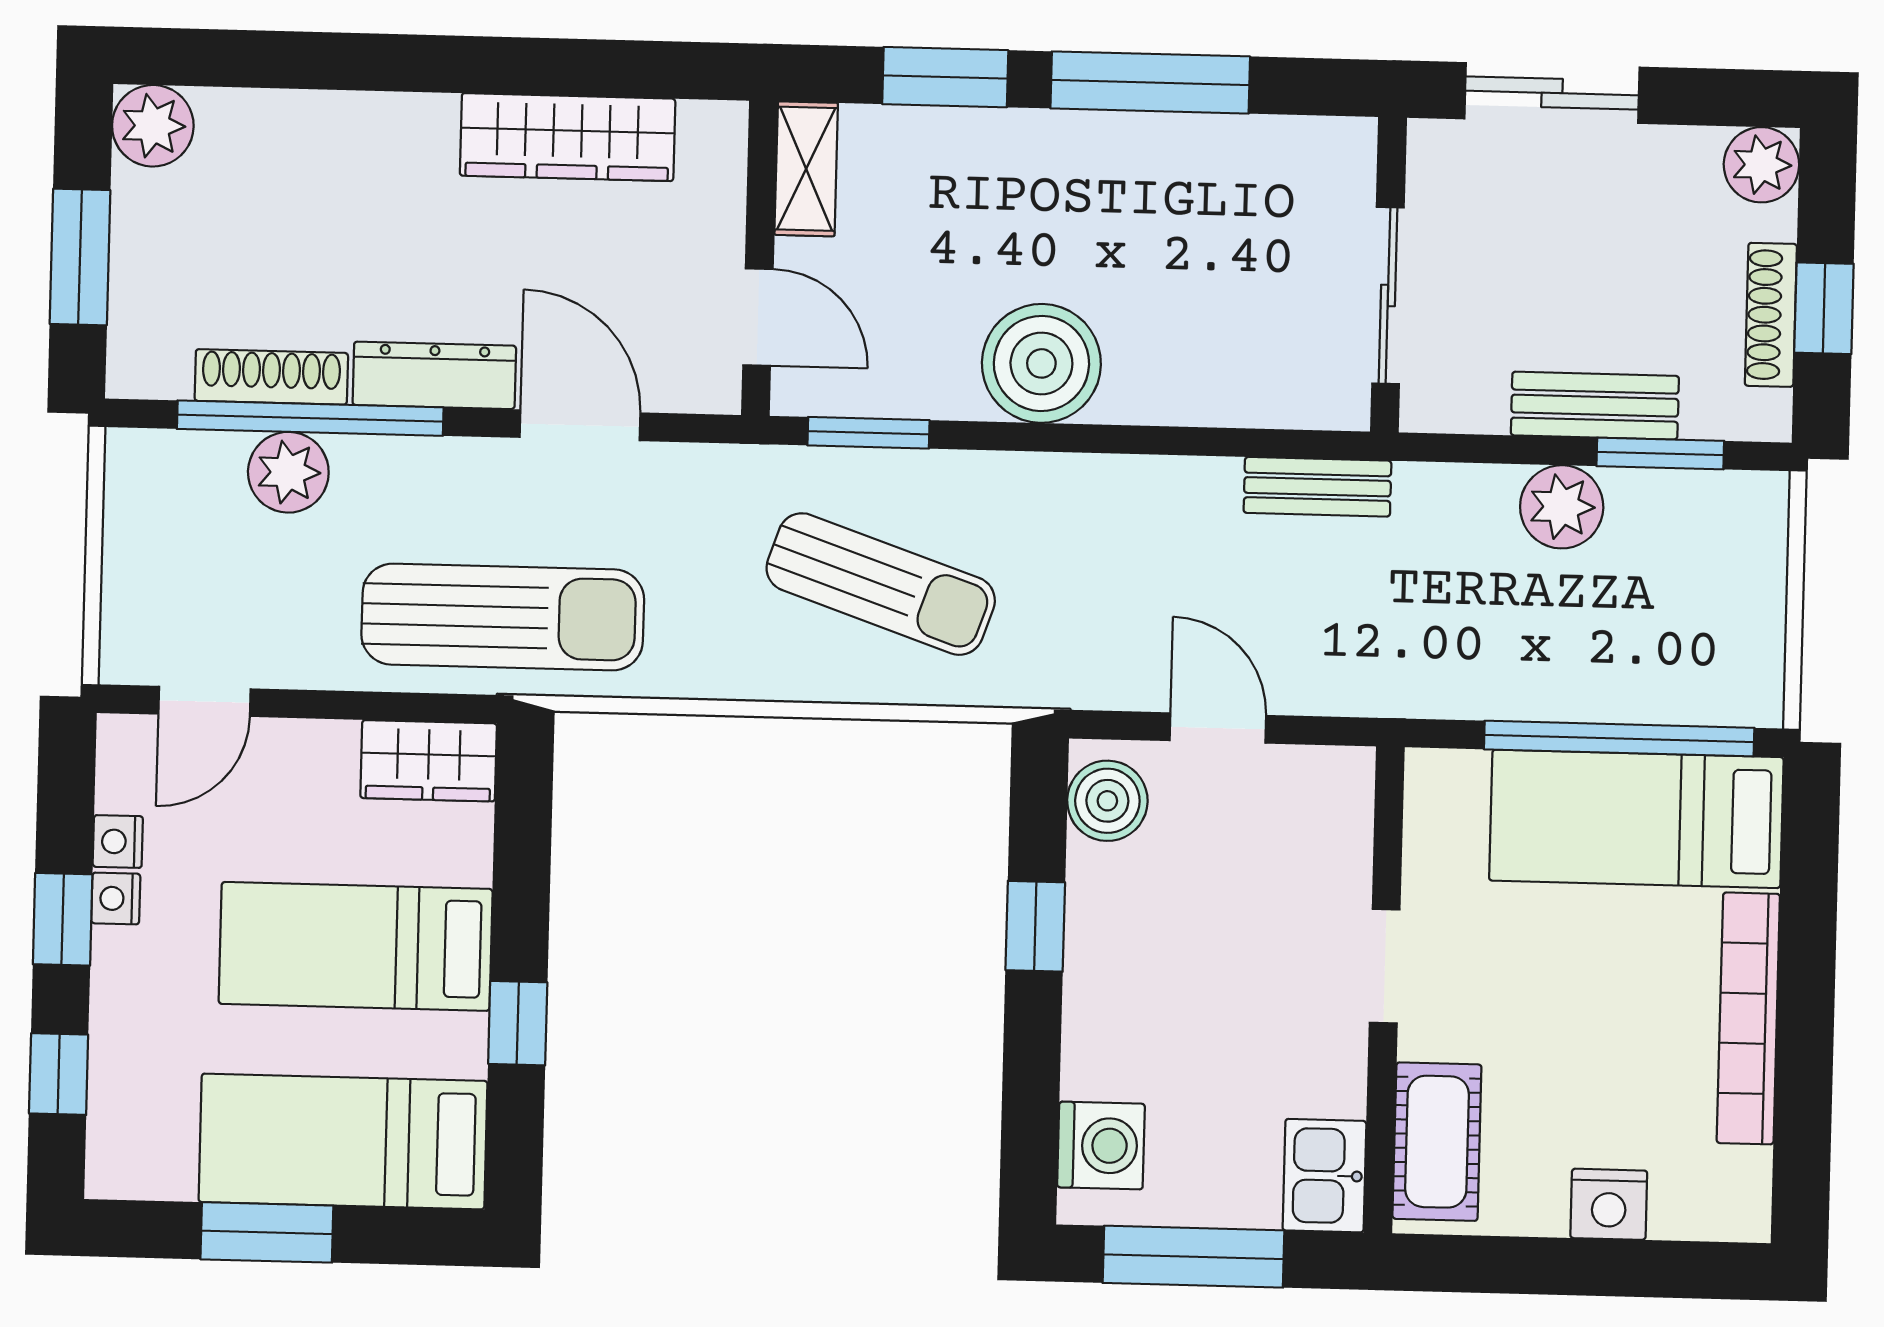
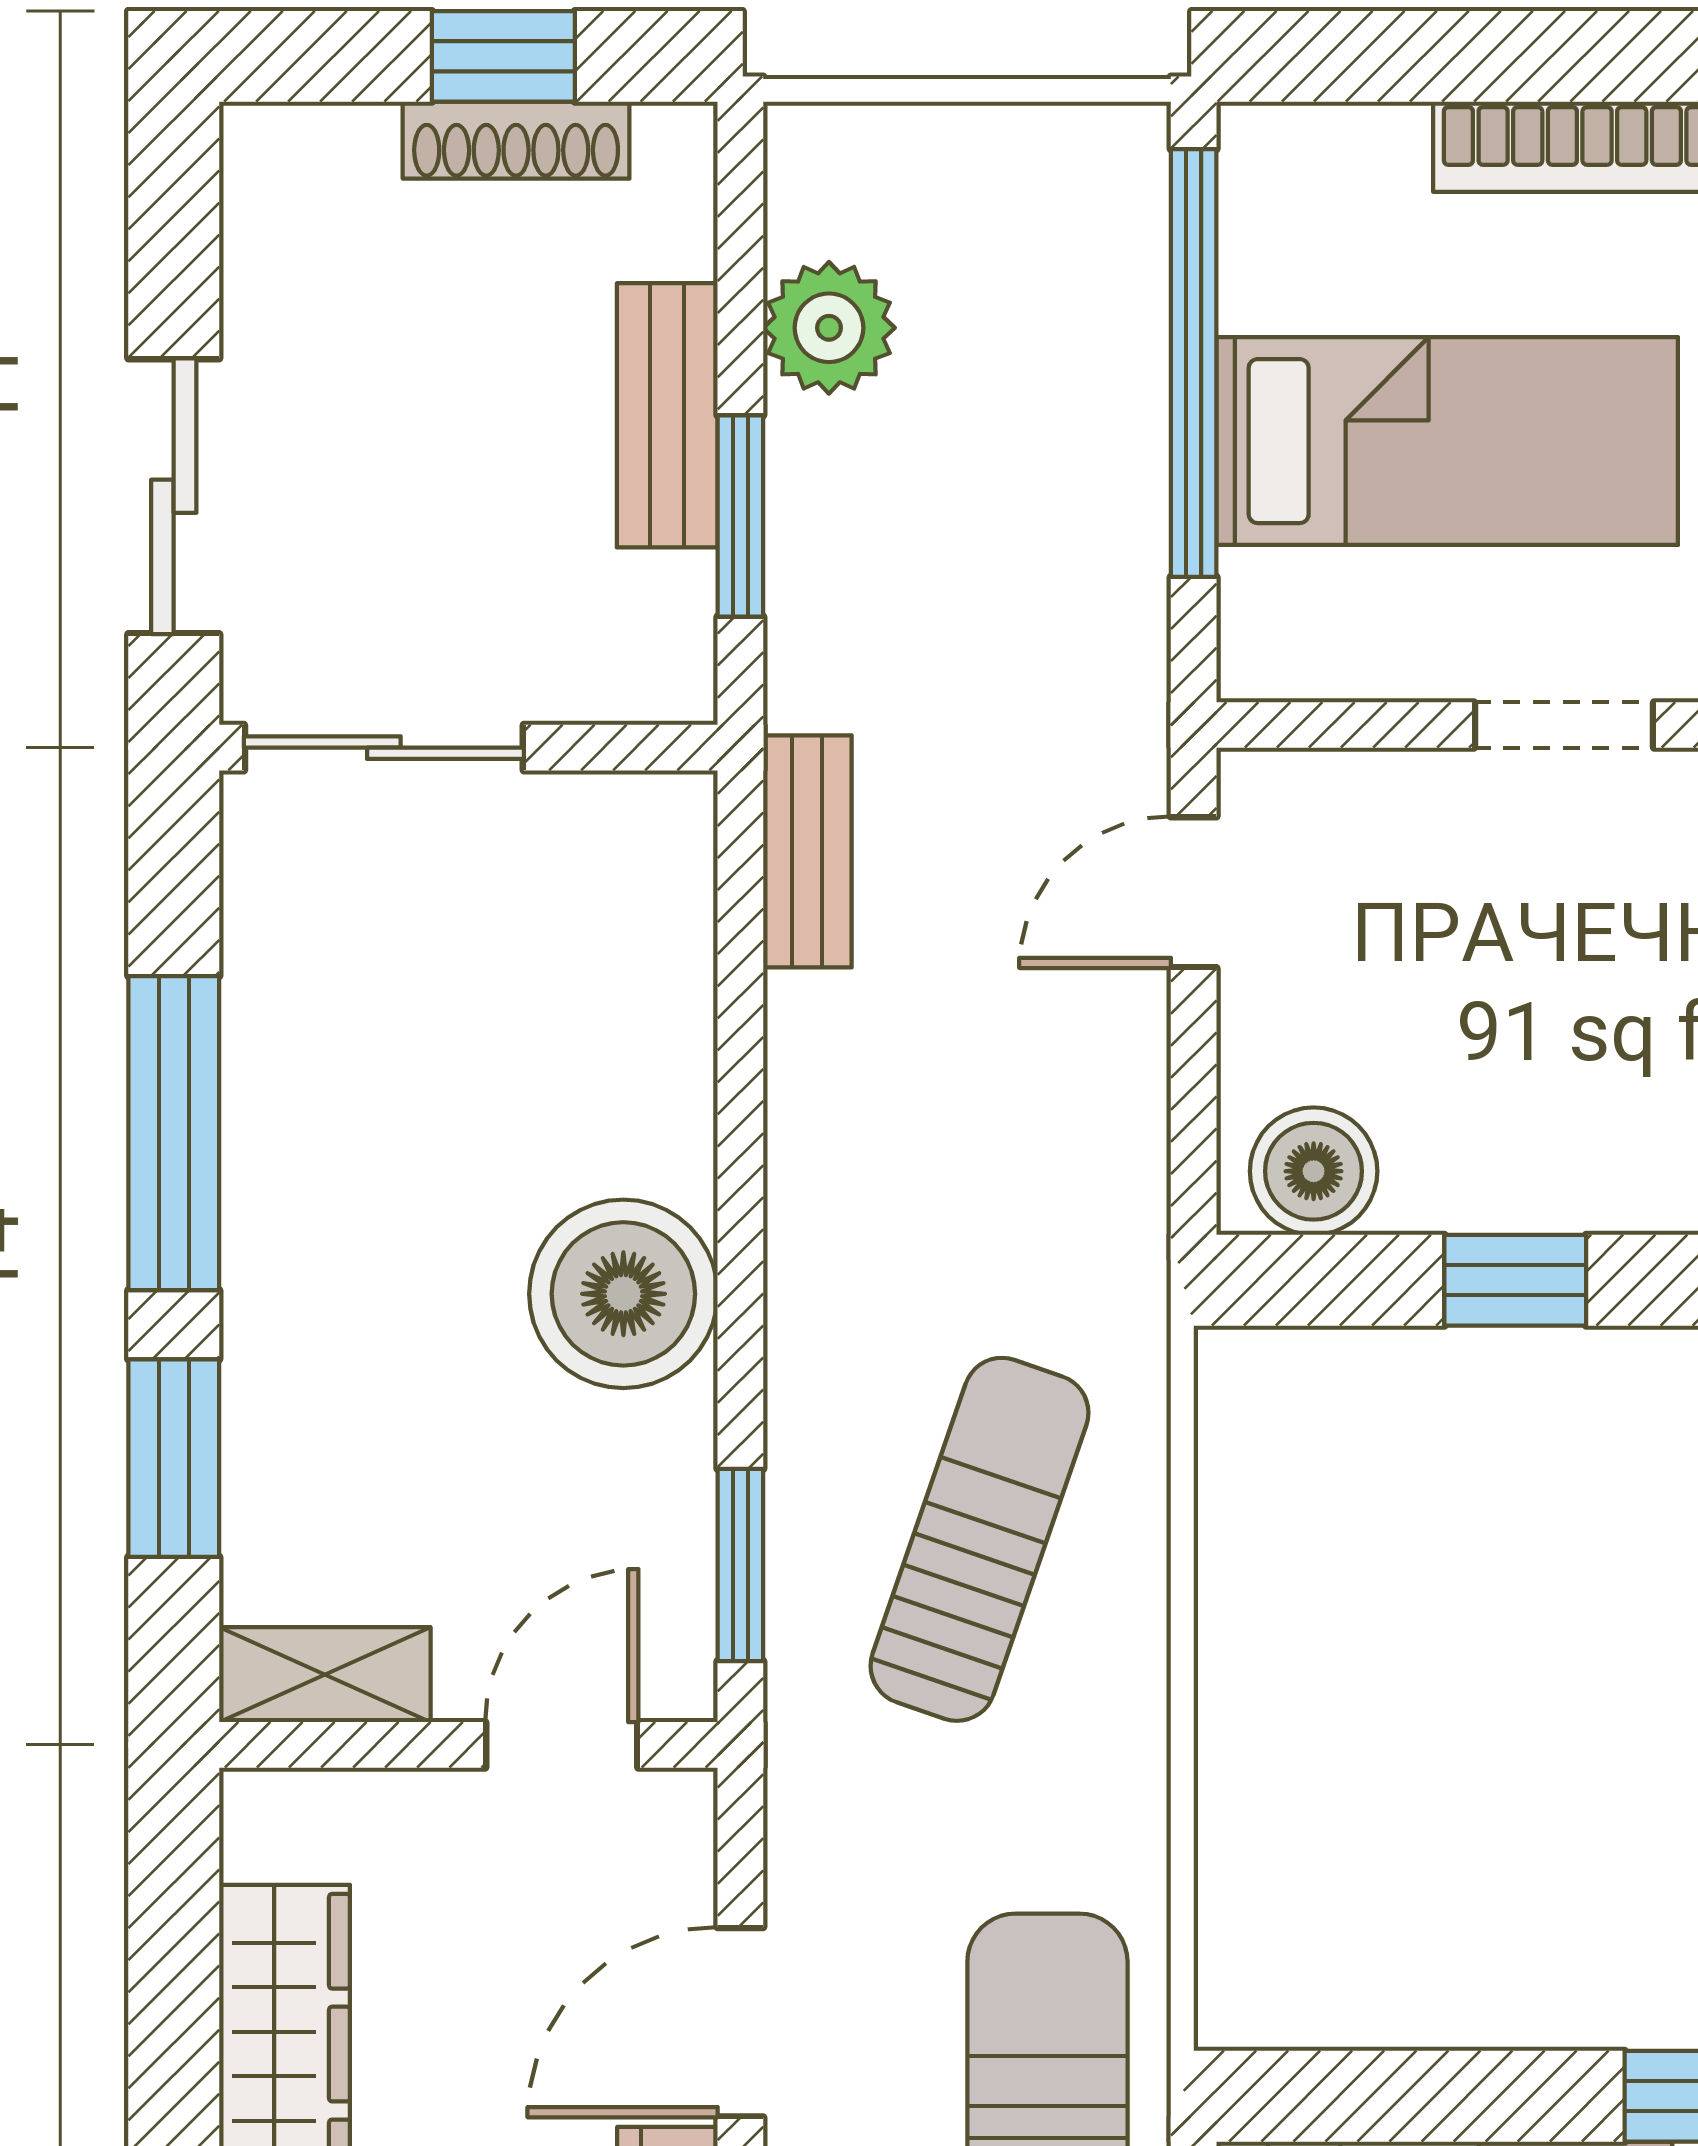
plant: (1761, 165) -> (279, 161), removed
sliding door: (1388, 295) -> (384, 748), moved
window: (1660, 453) -> (740, 516), moved
plant: (1562, 507) -> (829, 328), moved
door: (1218, 728) -> (1194, 892), moved
bed: (1636, 819) -> (1447, 441), moved, turned -90

